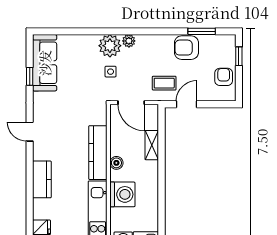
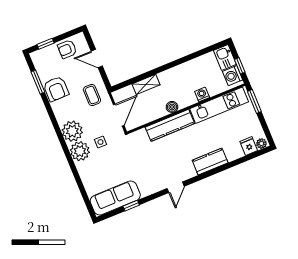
plant: (129, 41) -> (72, 131), width x1.88, depth x1.88
door: (187, 104) -> (97, 59), moved
washing machine: (122, 194) -> (202, 94), width x0.53, depth x0.53

